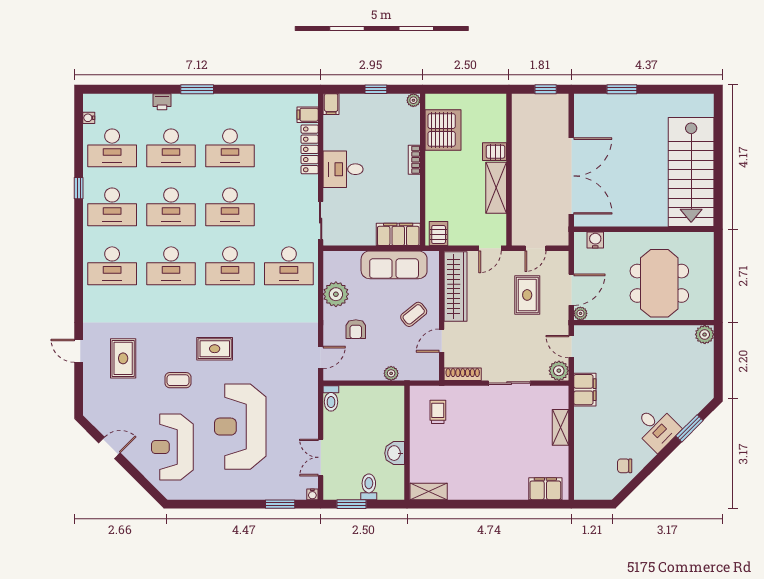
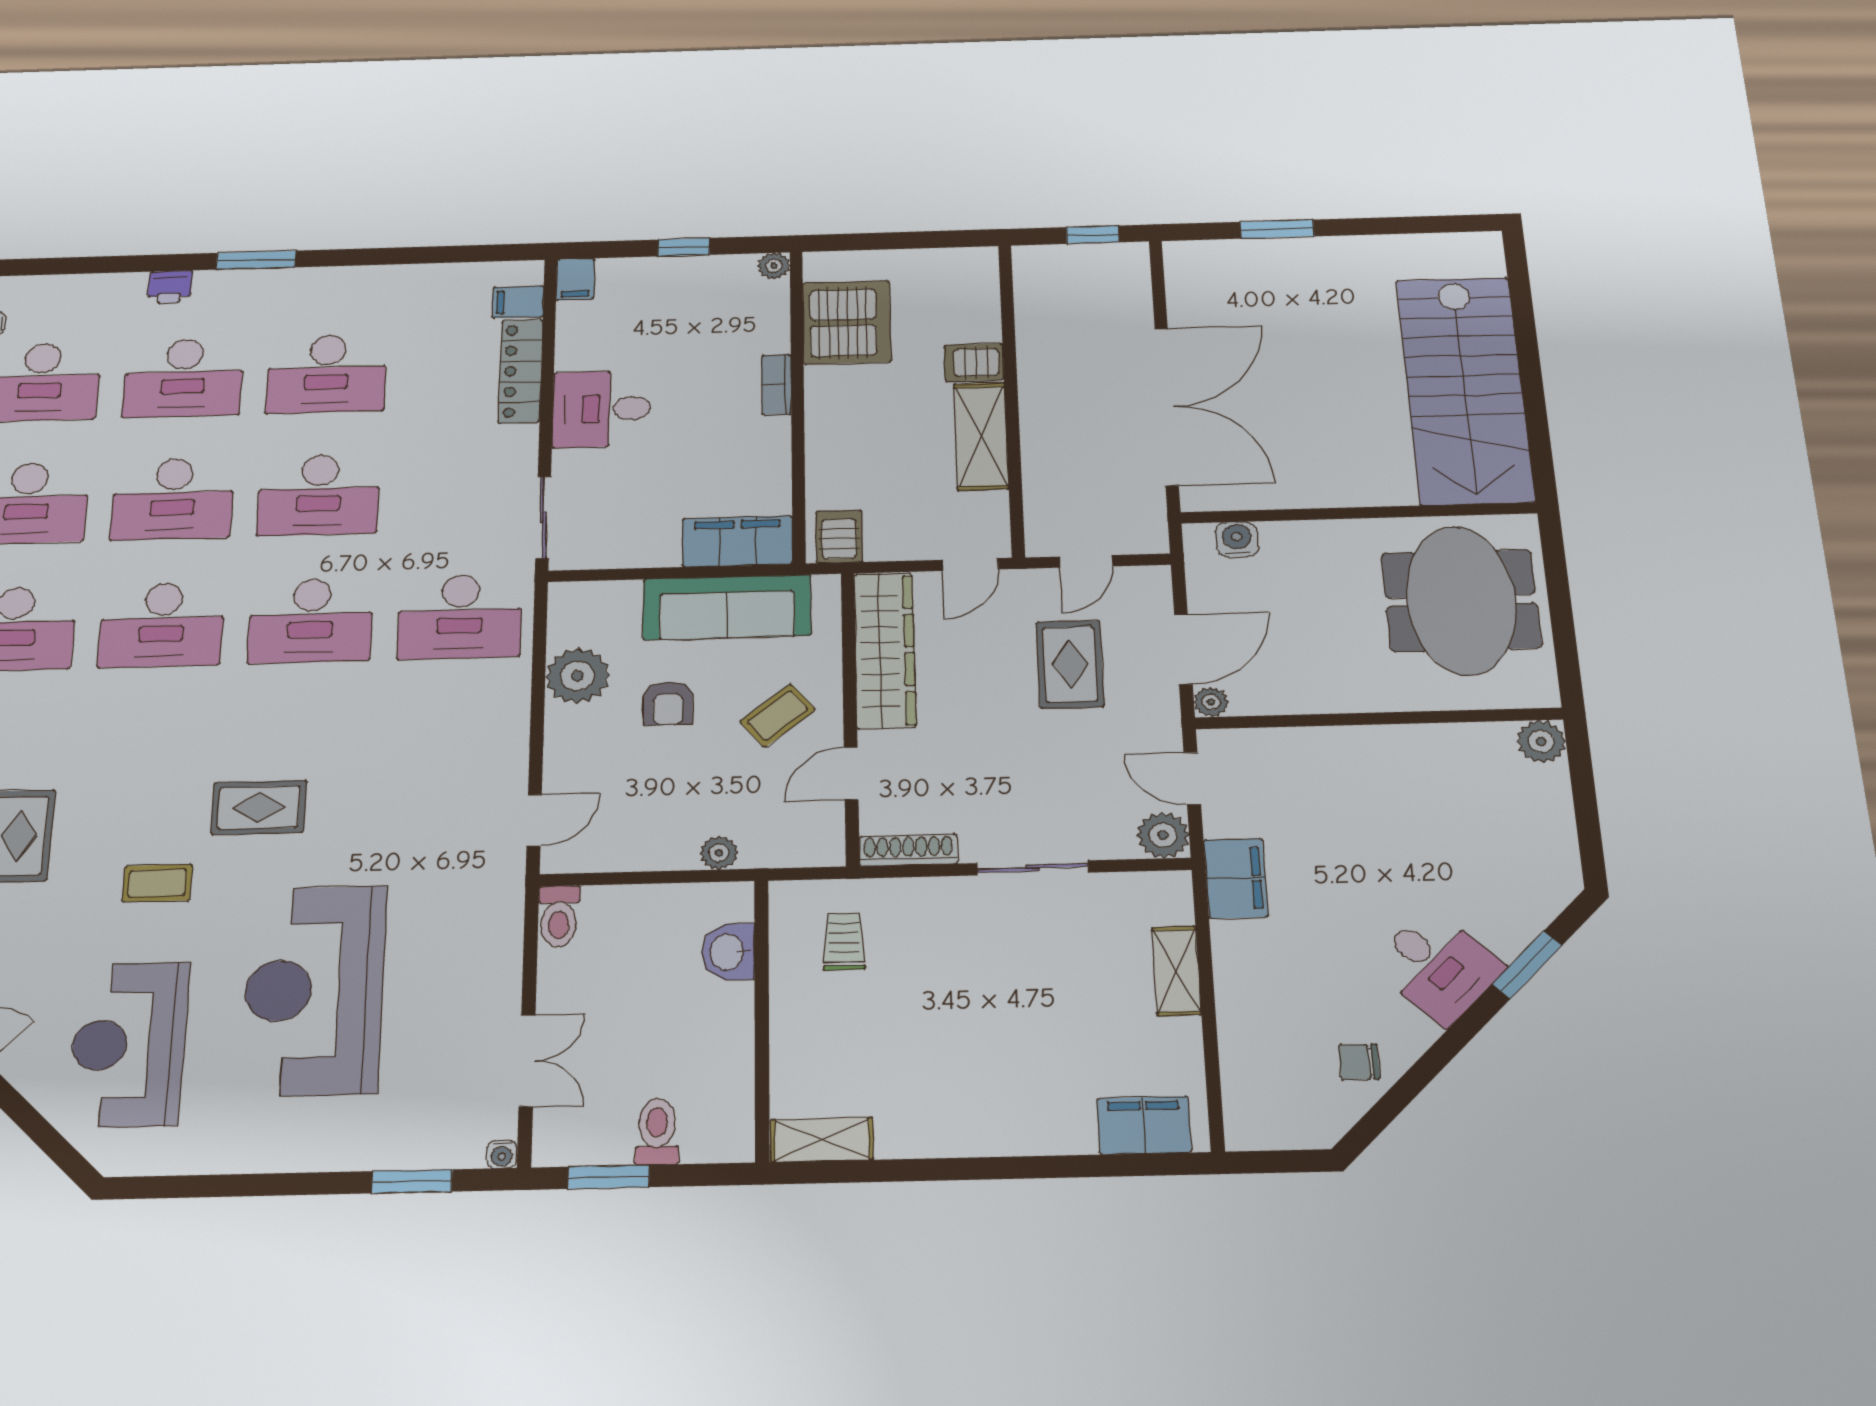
meeting table: (659, 283) -> (1461, 600), moved
armchair: (356, 329) -> (668, 703), moved
washbasin: (395, 453) -> (728, 952), moved
double door: (321, 457) -> (527, 1061), swing flipped

